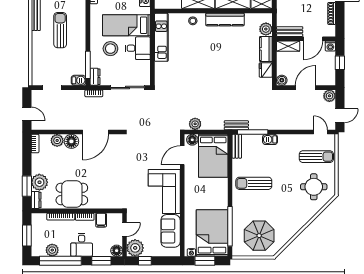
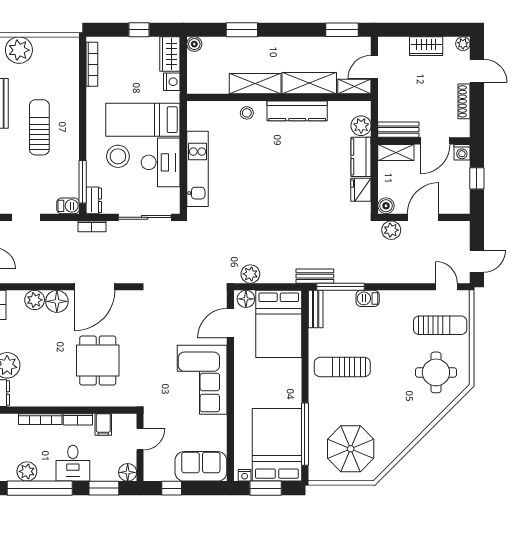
kitchen unit: (161, 37) -> (198, 169), moved
desk: (138, 48) -> (161, 162), width x1.37
plant: (329, 96) -> (391, 230), moved
dining table: (72, 194) -> (98, 360), moved, turned 90
sofa: (171, 231) -> (201, 466), moved, turned 90
plant: (135, 248) -> (157, 468), removed

